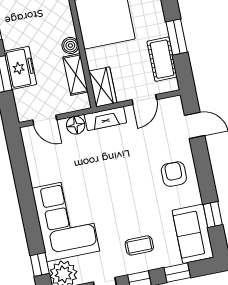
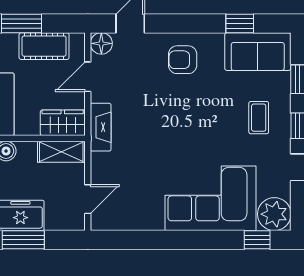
shelving: (76, 74) -> (61, 152), moved
door: (144, 100) -> (88, 77), swing flipped
floor lamp: (76, 125) -> (101, 43), moved

